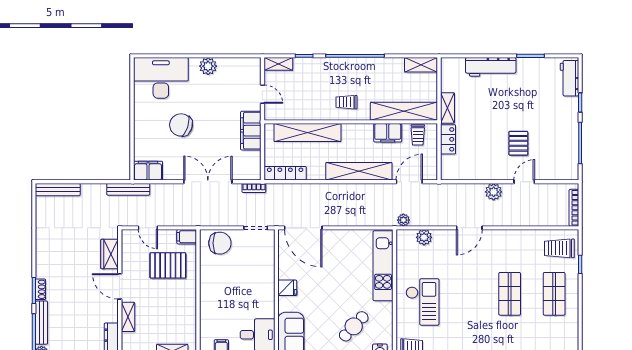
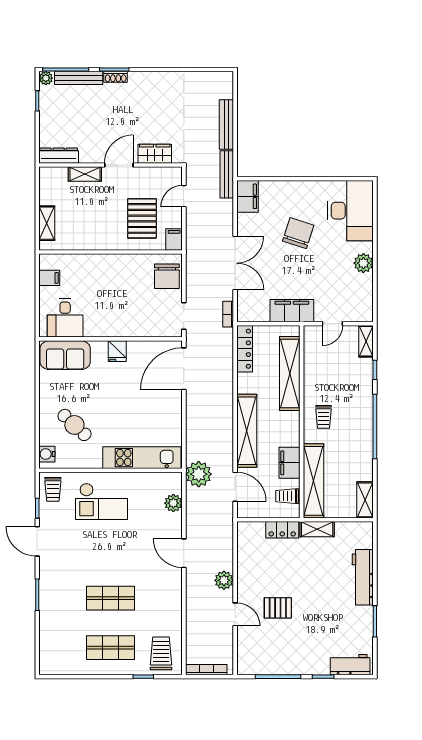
trolley: (346, 102) -> (323, 417), turned 180
bench: (58, 190) -> (226, 124), moved
plant: (403, 220) -> (199, 474), width x1.88, depth x1.88

